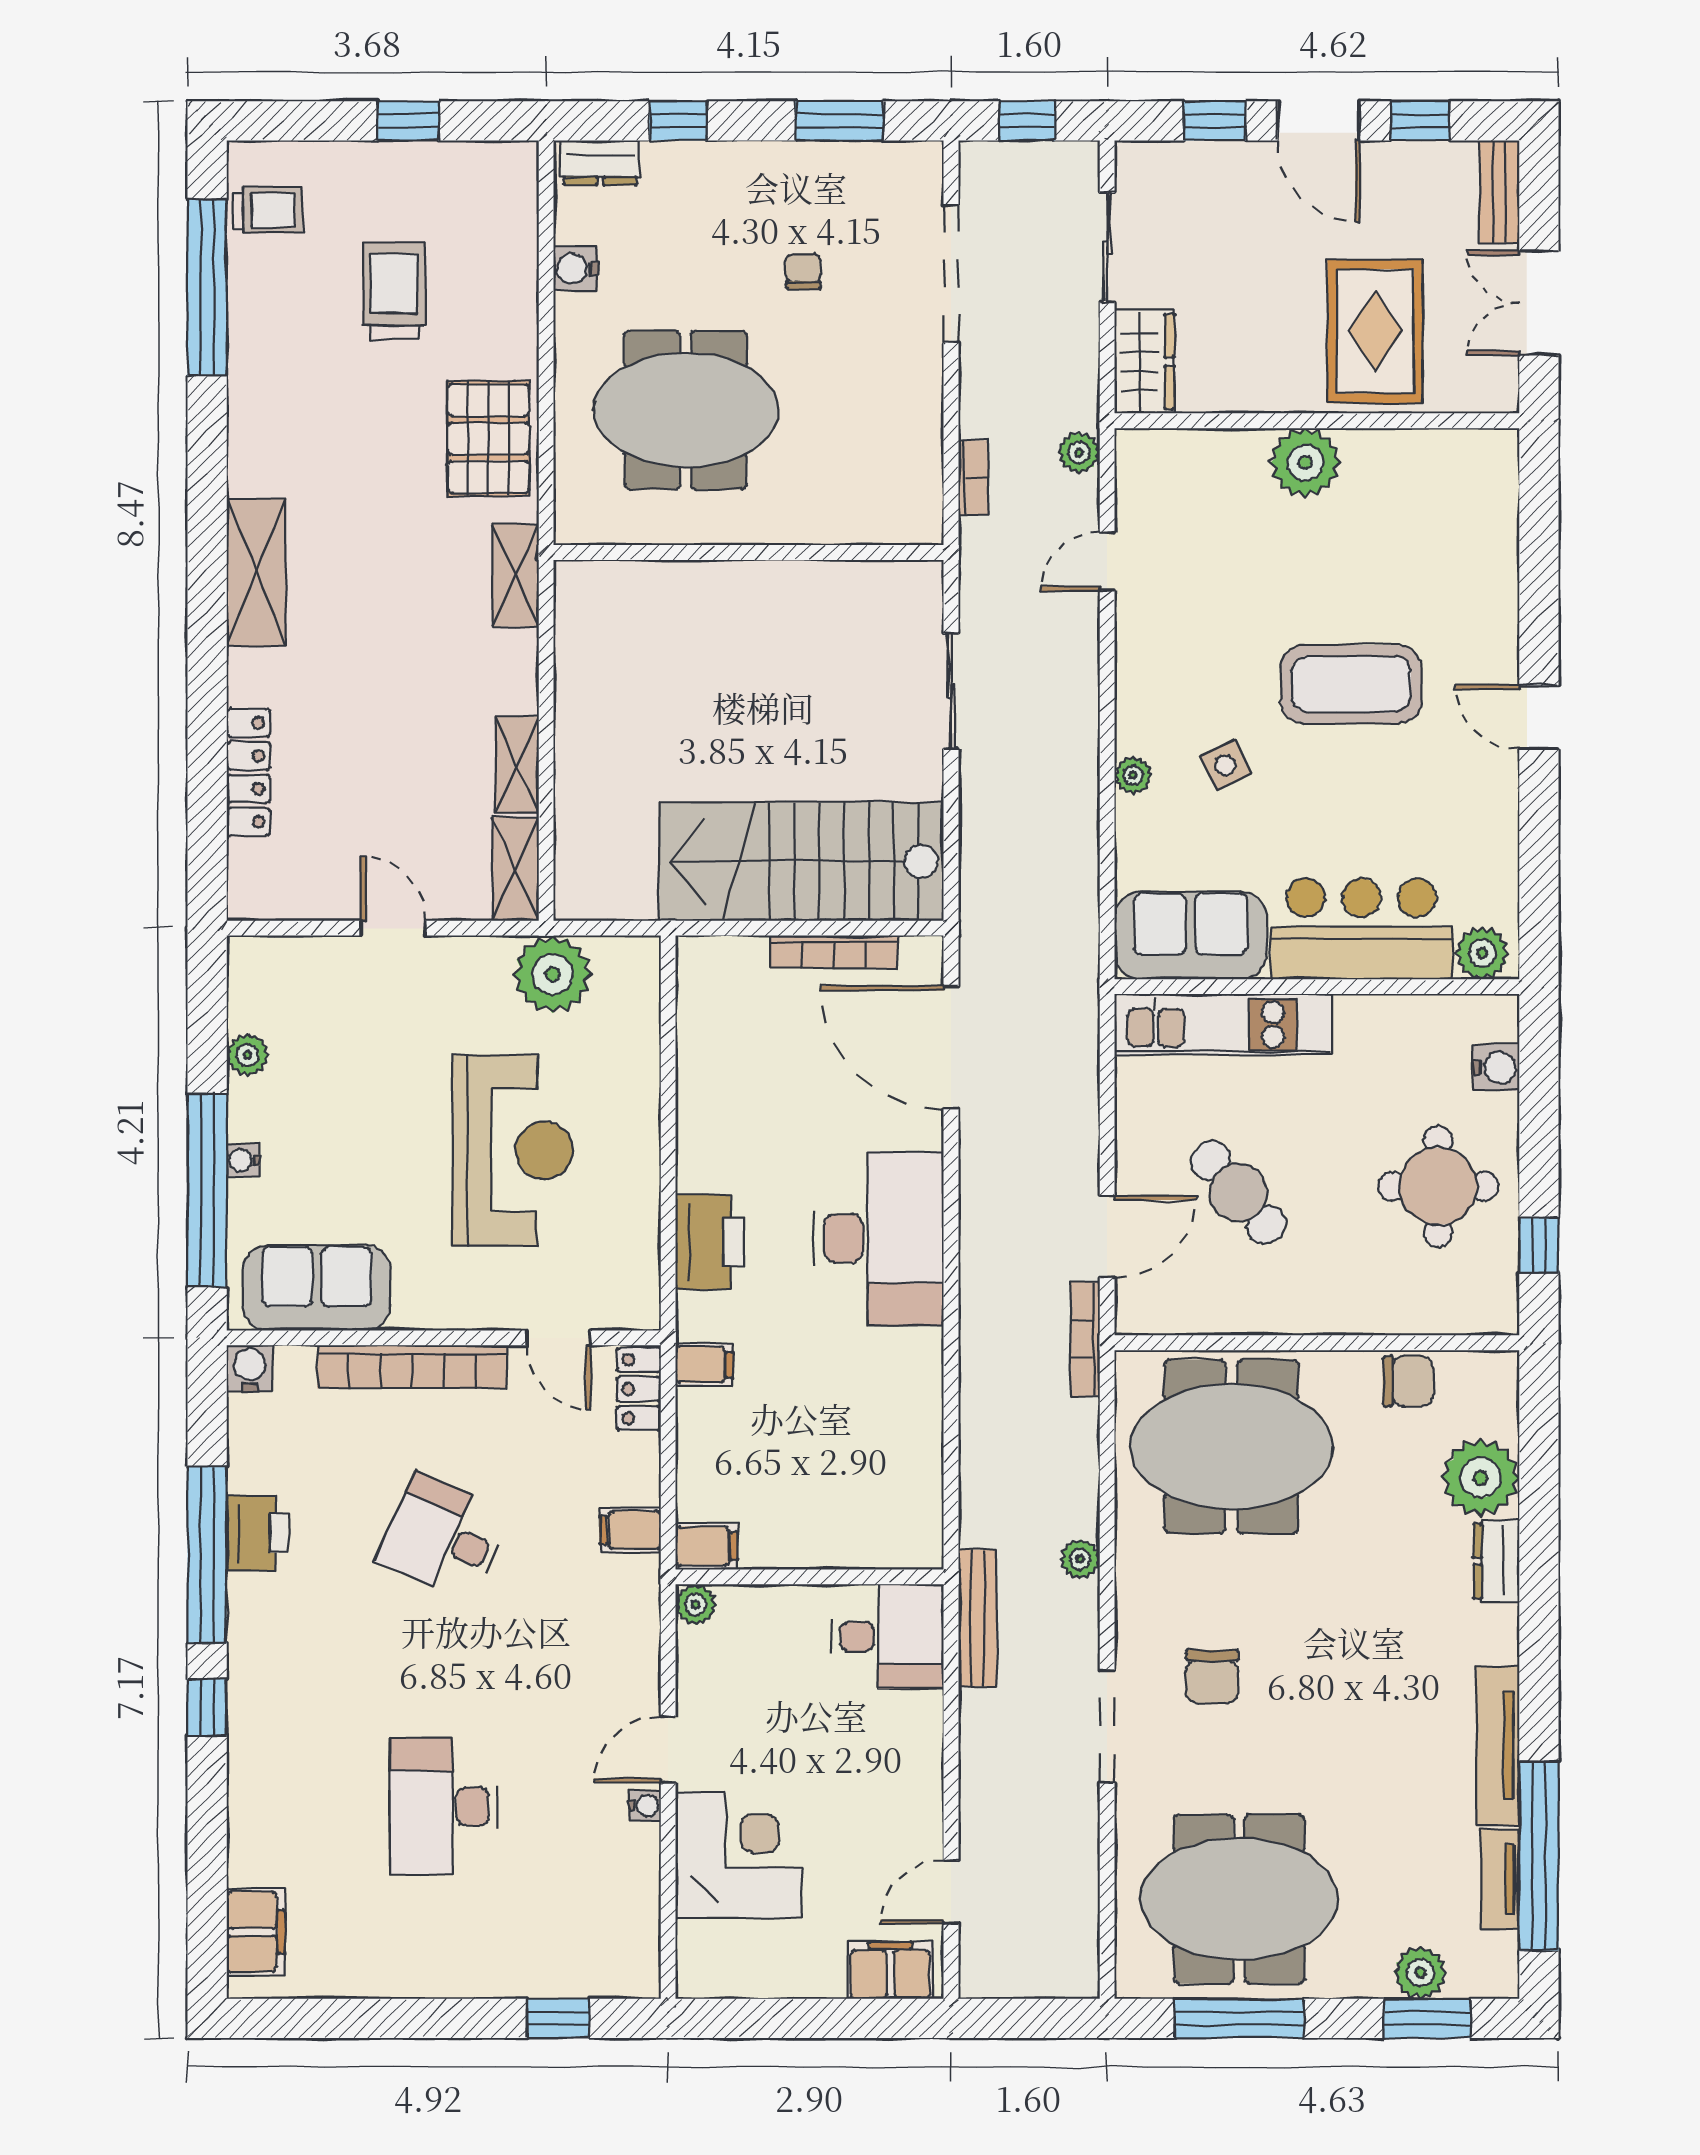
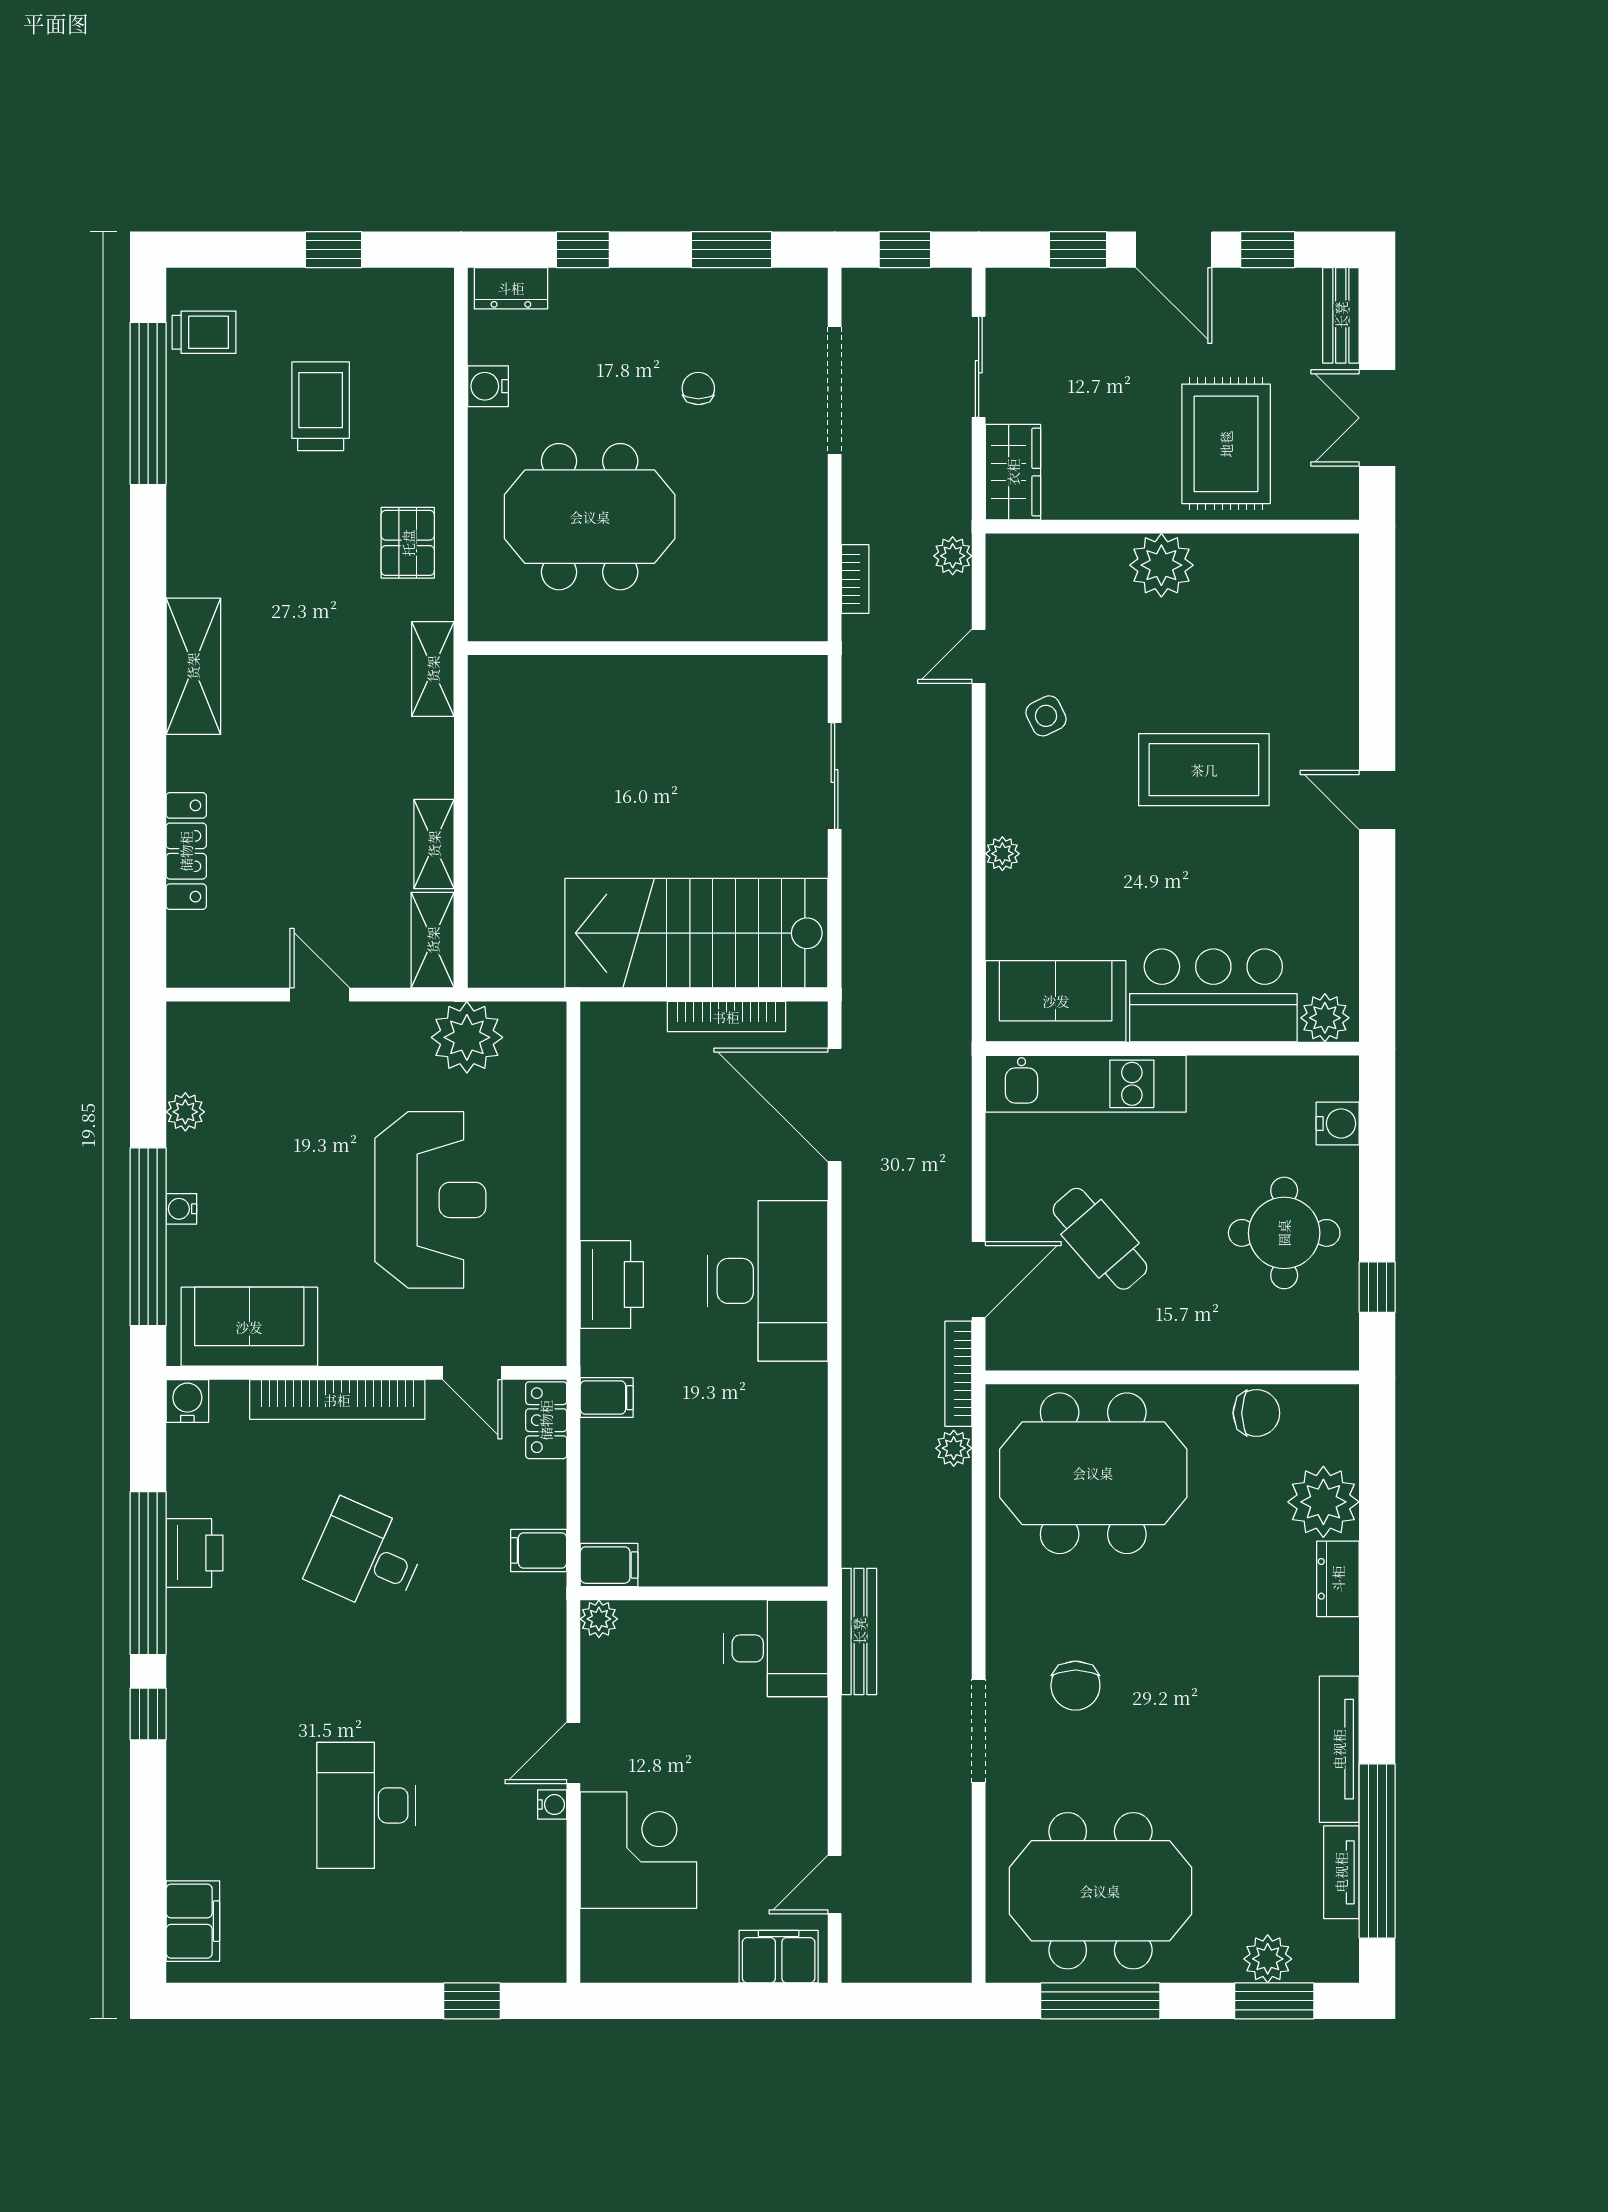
pallet: (488, 438) -> (408, 543), width x0.67, depth x0.71
side table: (1226, 765) -> (1046, 716), moved
plant: (1080, 1559) -> (954, 1448), moved

